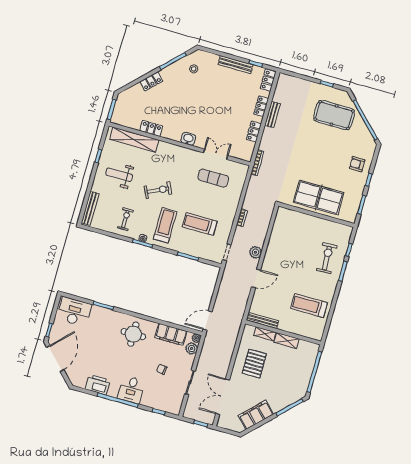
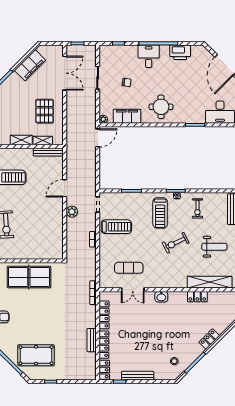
locker: (261, 106) -> (104, 345), width x1.53
locker: (254, 132) -> (104, 315), width x1.53
treadmill: (200, 224) -> (116, 227), moved
plant: (192, 348) -> (105, 109), removed

